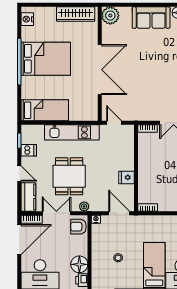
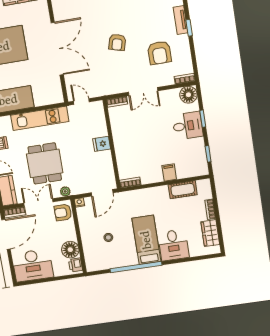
armchair: (157, 73) -> (117, 42), added
fridge: (127, 177) -> (102, 144), moved
door: (119, 213) -> (102, 193), swing flipped

